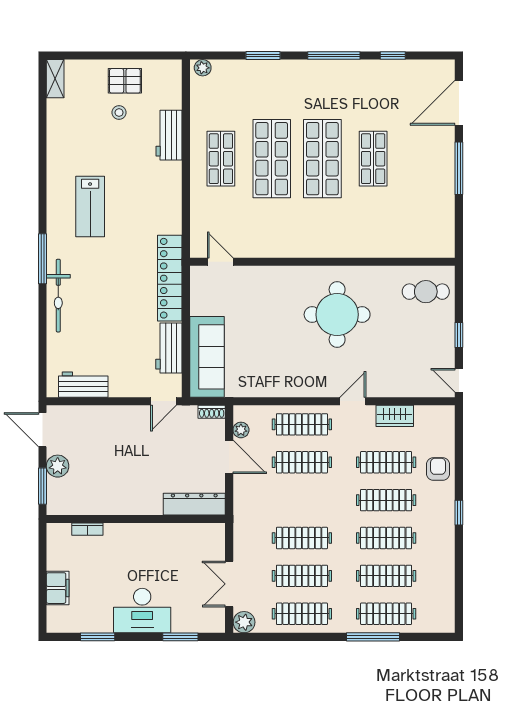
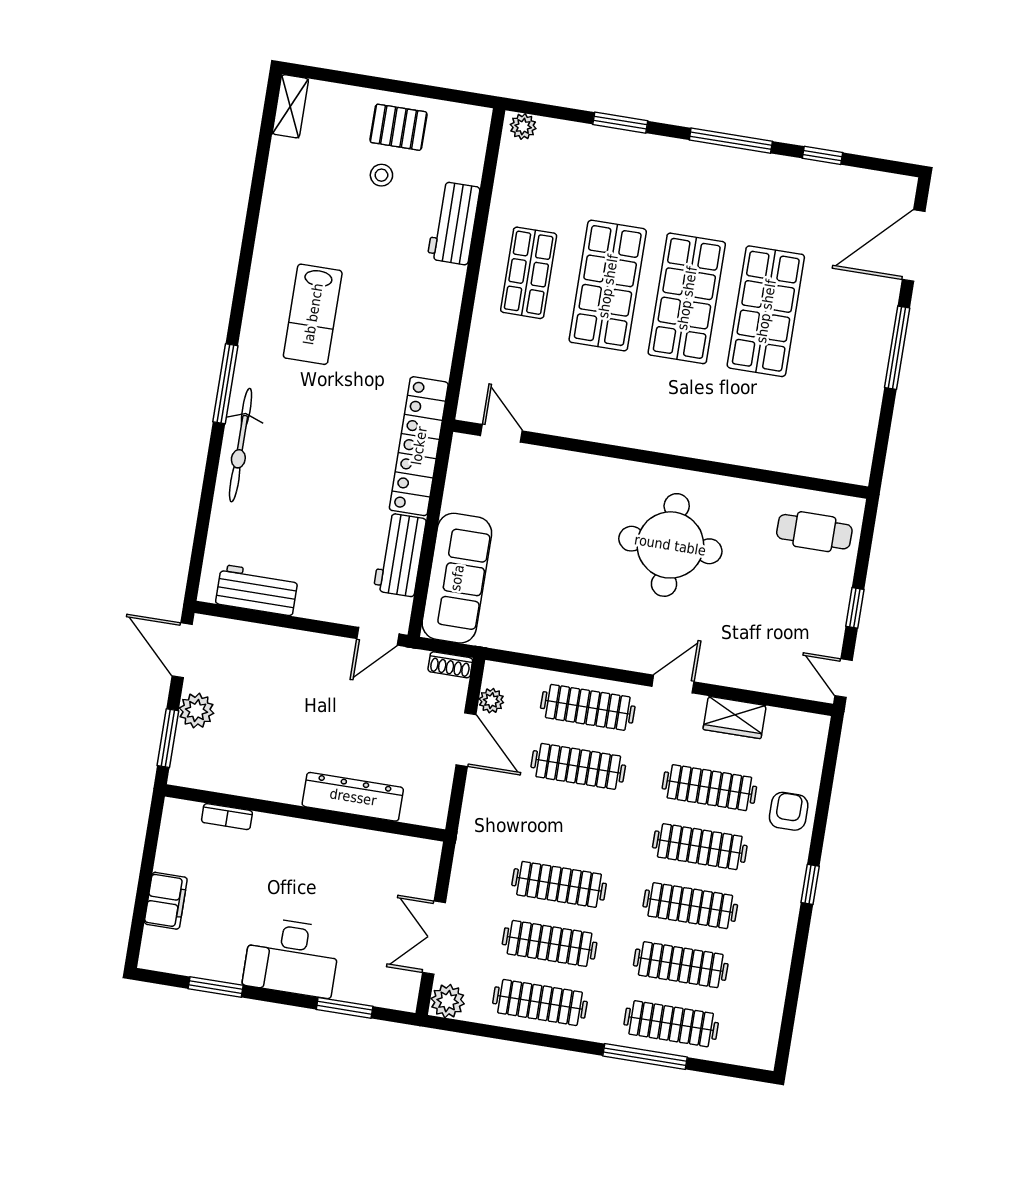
shop shelf: (373, 159) -> (766, 311), width x1.43, depth x1.36
dresser: (194, 504) -> (353, 797), moved

